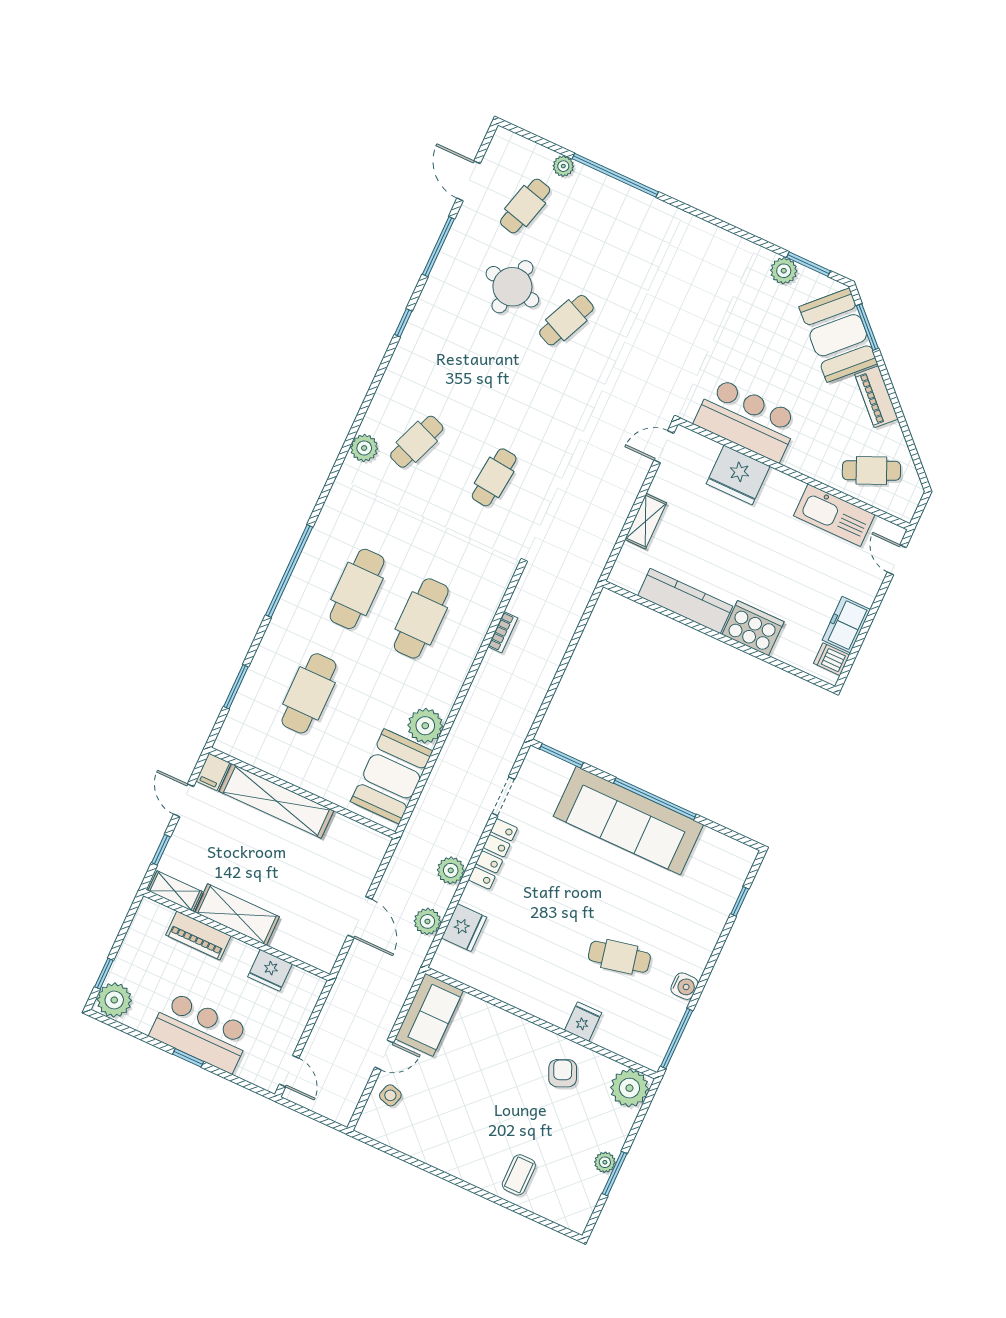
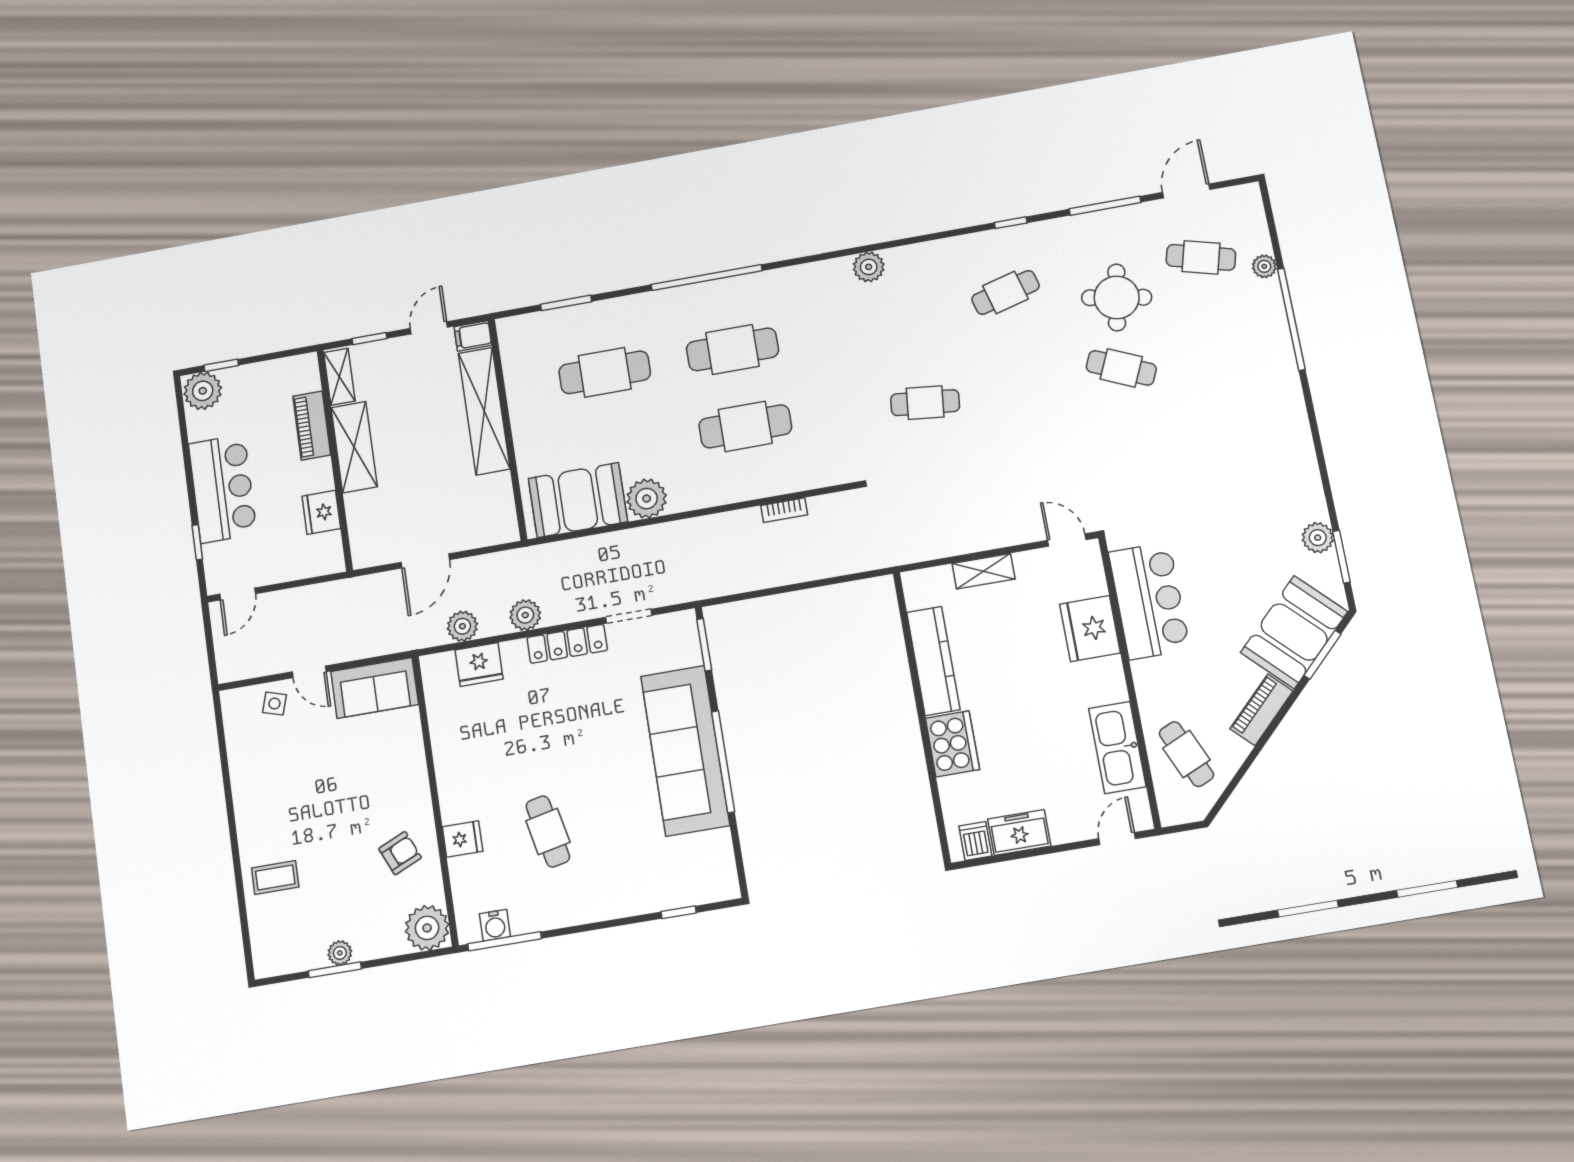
cafe table: (417, 442) -> (1005, 292), moved, turned -36
water cooler: (684, 986) -> (495, 925), moved
window: (188, 1058) -> (197, 542), moved

